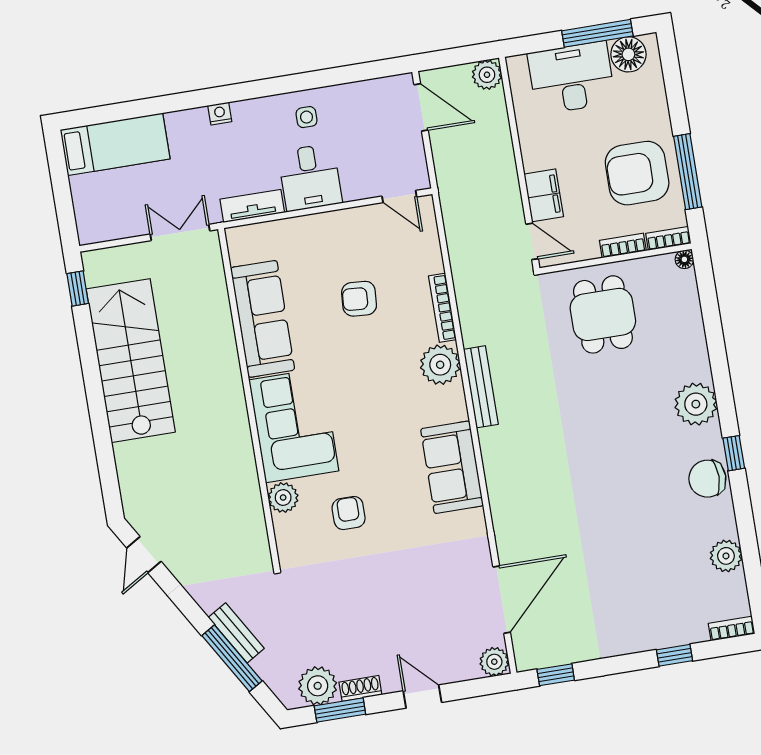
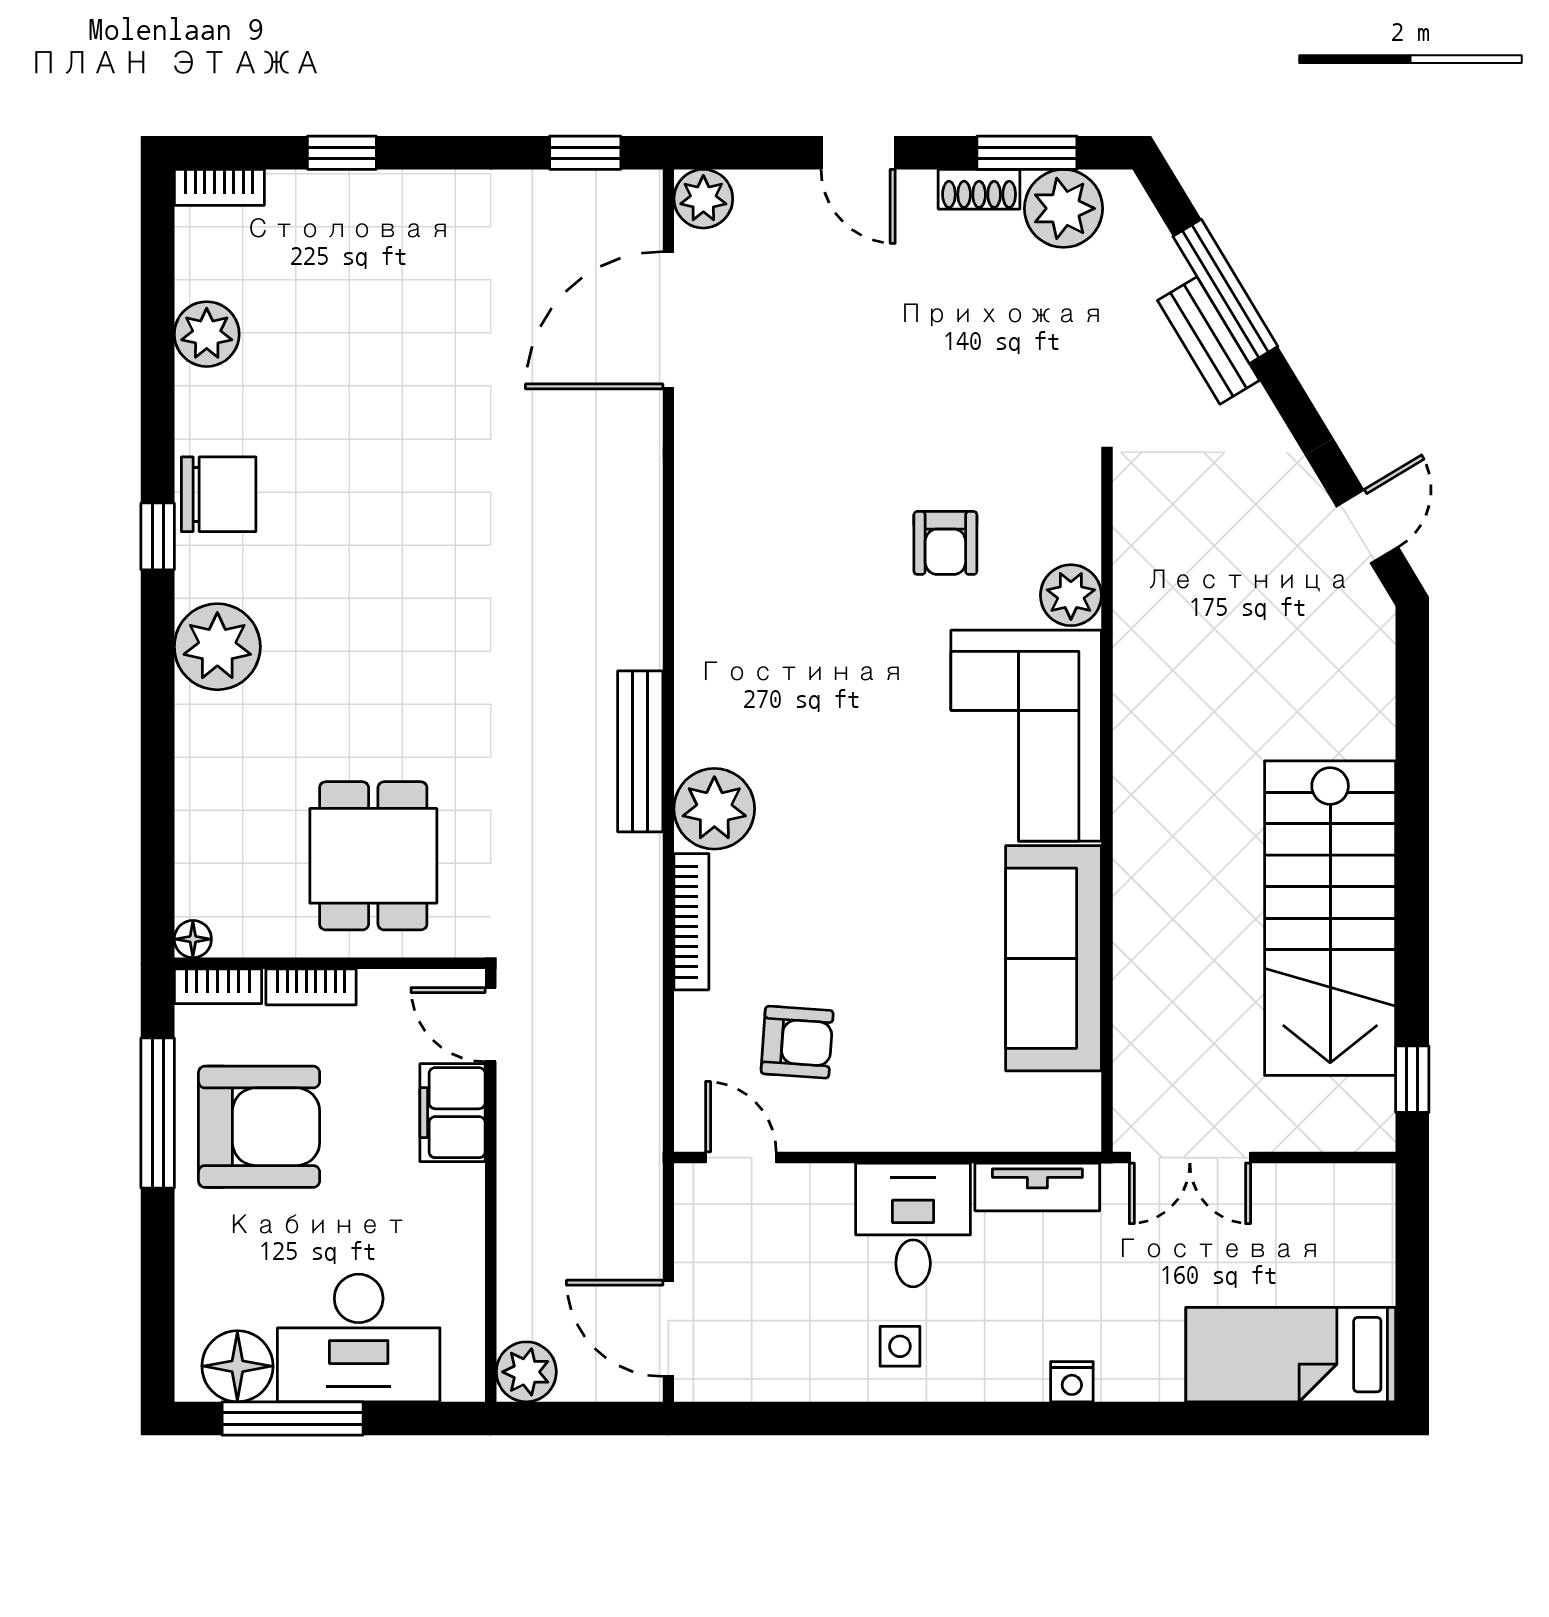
armchair: (359, 299) -> (797, 1042), moved
sofa: (452, 467) -> (724, 600), removed

